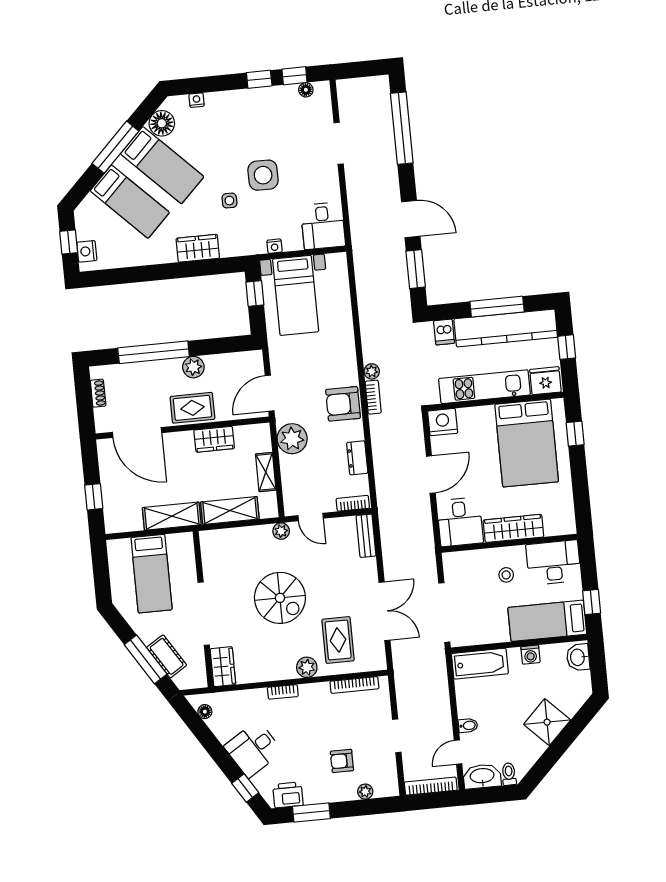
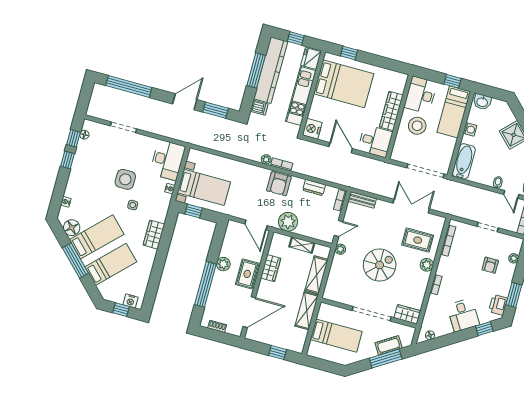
desk: (323, 226) -> (167, 160), width x1.37
stool: (506, 575) -> (417, 126), width x1.89, depth x1.89

